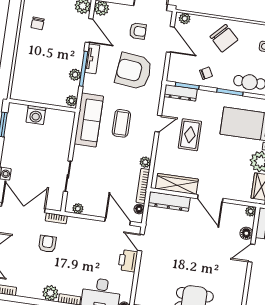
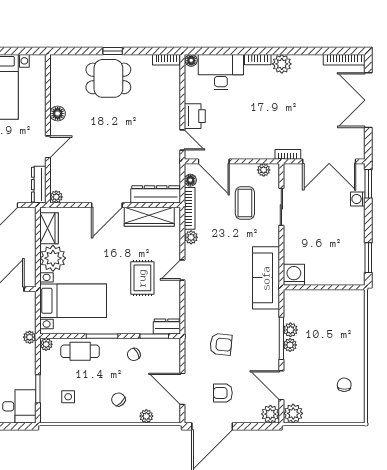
plant: (185, 19) -> (146, 416), moved
chair: (224, 38) -> (118, 400), width x0.54, depth x0.54
tv unit: (92, 59) -> (273, 352), removed
armchair: (134, 71) -> (221, 344), width x0.53, depth x0.53
dresser: (181, 93) -> (167, 326), width x0.70
plant: (72, 101) -> (290, 345), moved
washing machine: (36, 115) -> (294, 275), moved
coffee table: (121, 123) -> (245, 203), moved
door: (158, 124) -> (182, 270), moved
door: (210, 198) -> (107, 205), swing flipped
floor lamp: (246, 233) -> (58, 113), moved
armchair: (47, 244) -> (294, 122), removed

